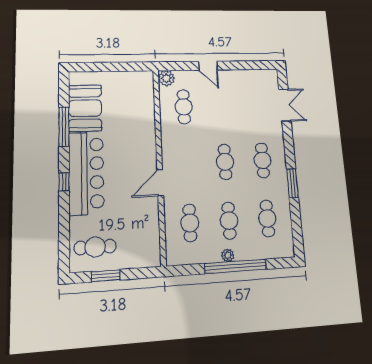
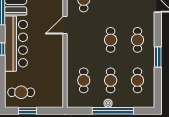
door: (160, 183) -> (65, 25), moved

